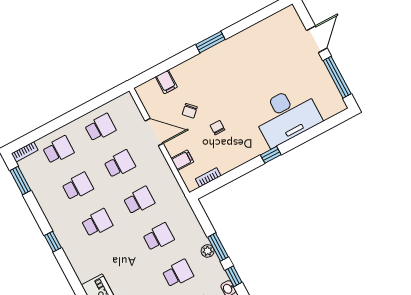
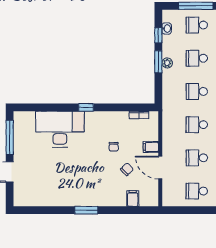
filing cabinet: (182, 160) -> (151, 147), moved

